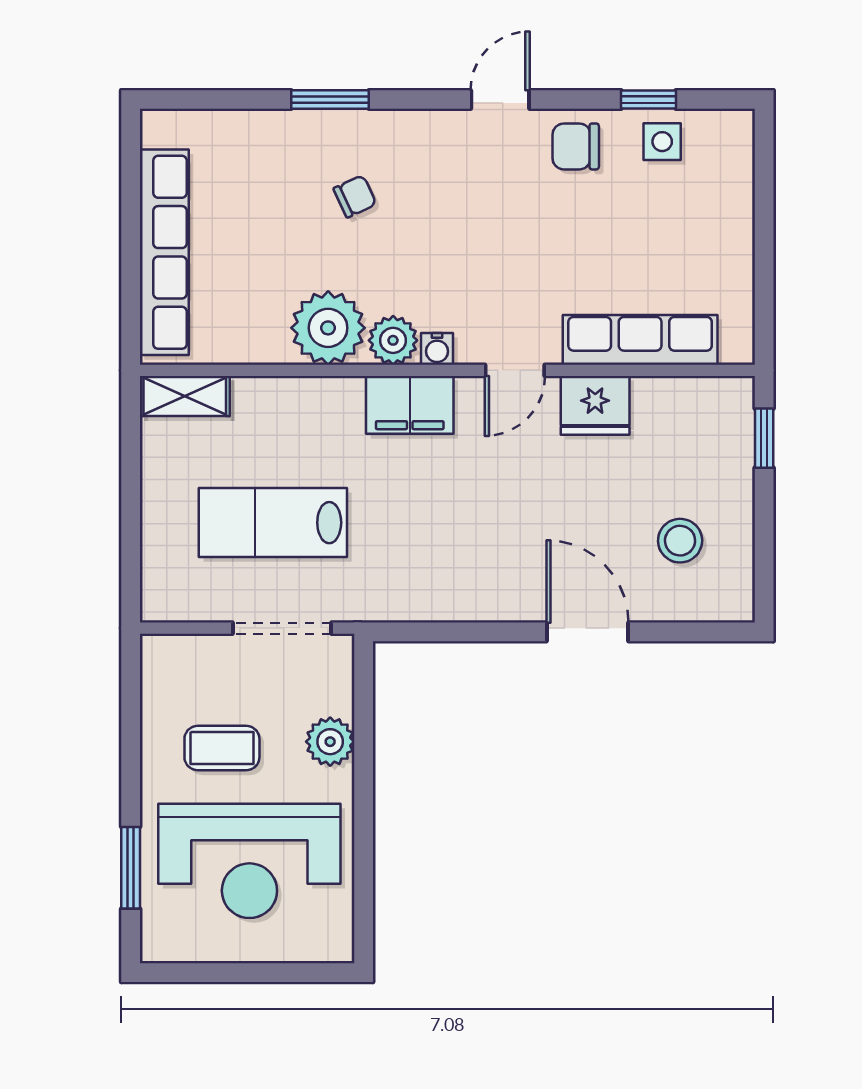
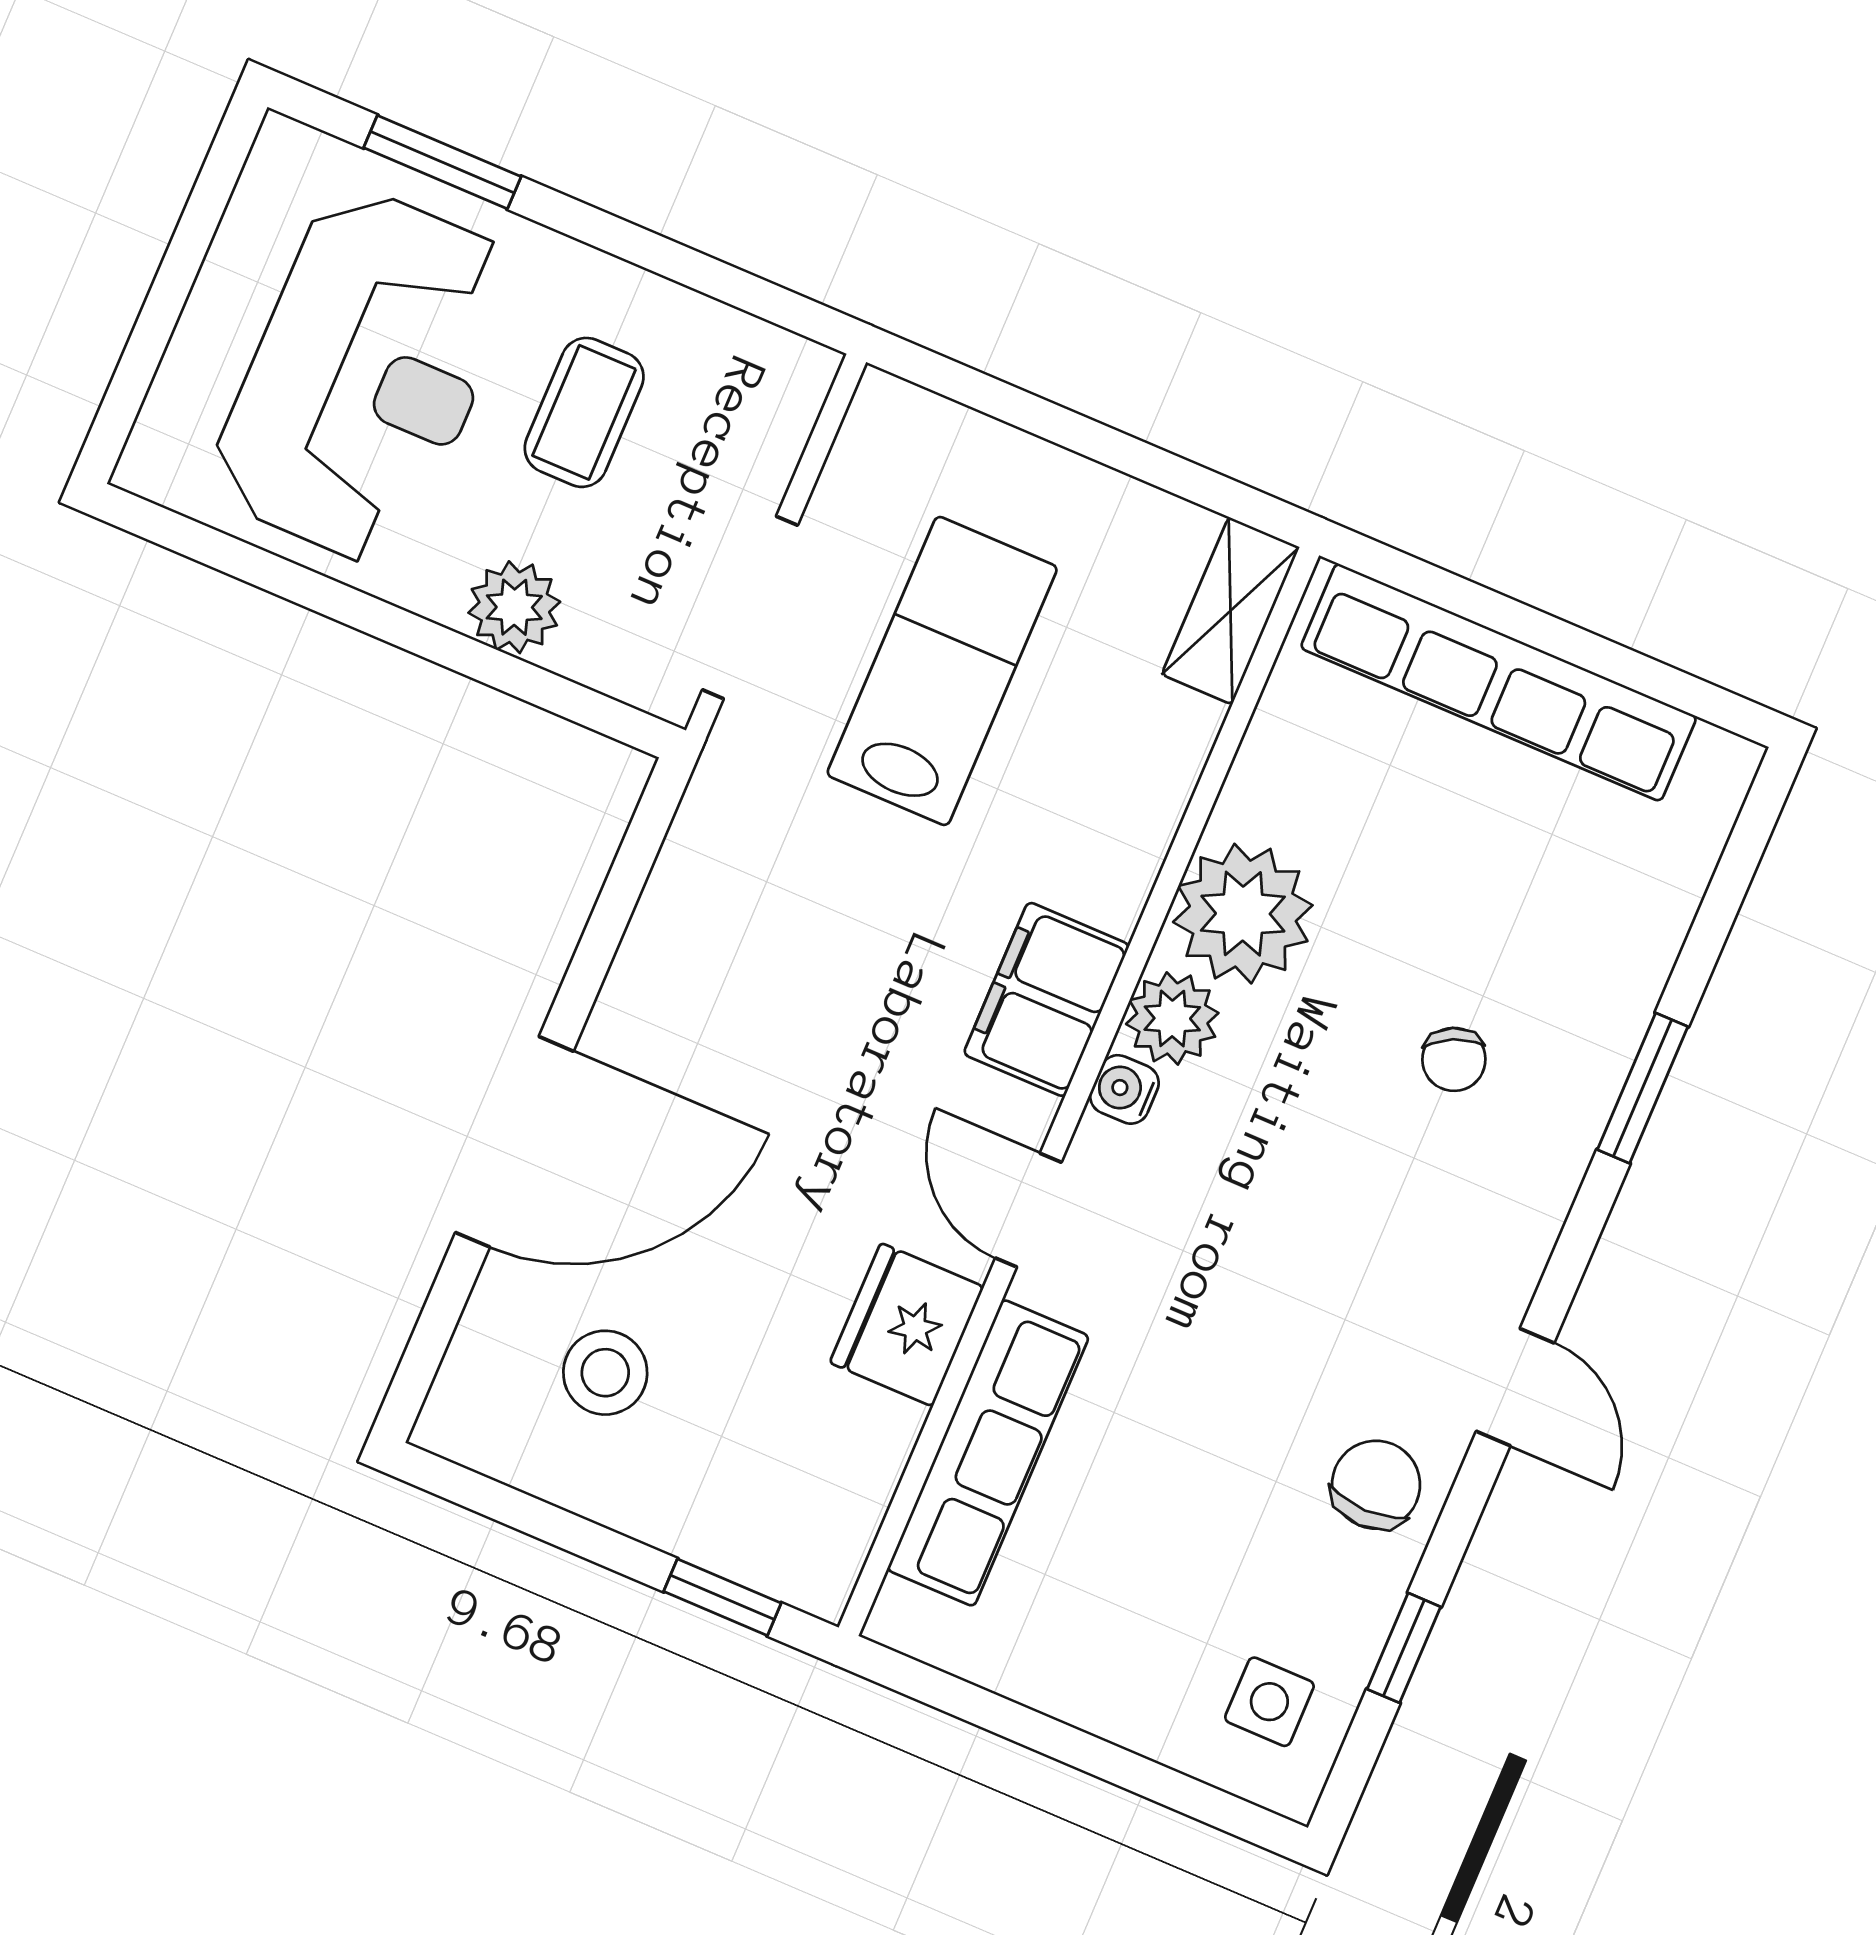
side table: (662, 142) -> (1269, 1702), moved
door: (588, 632) -> (514, 1142), width x1.36
reception desk: (249, 861) -> (365, 376), turned 180

